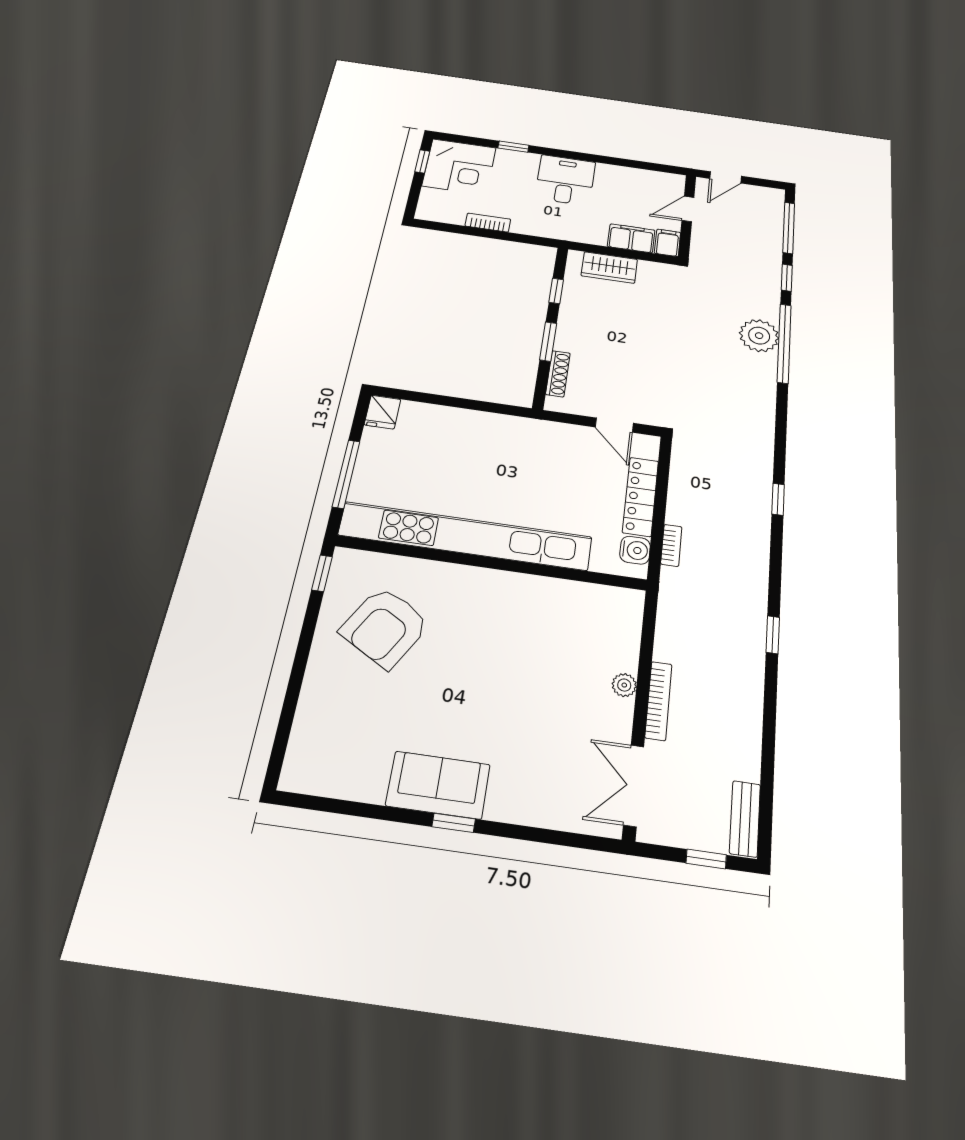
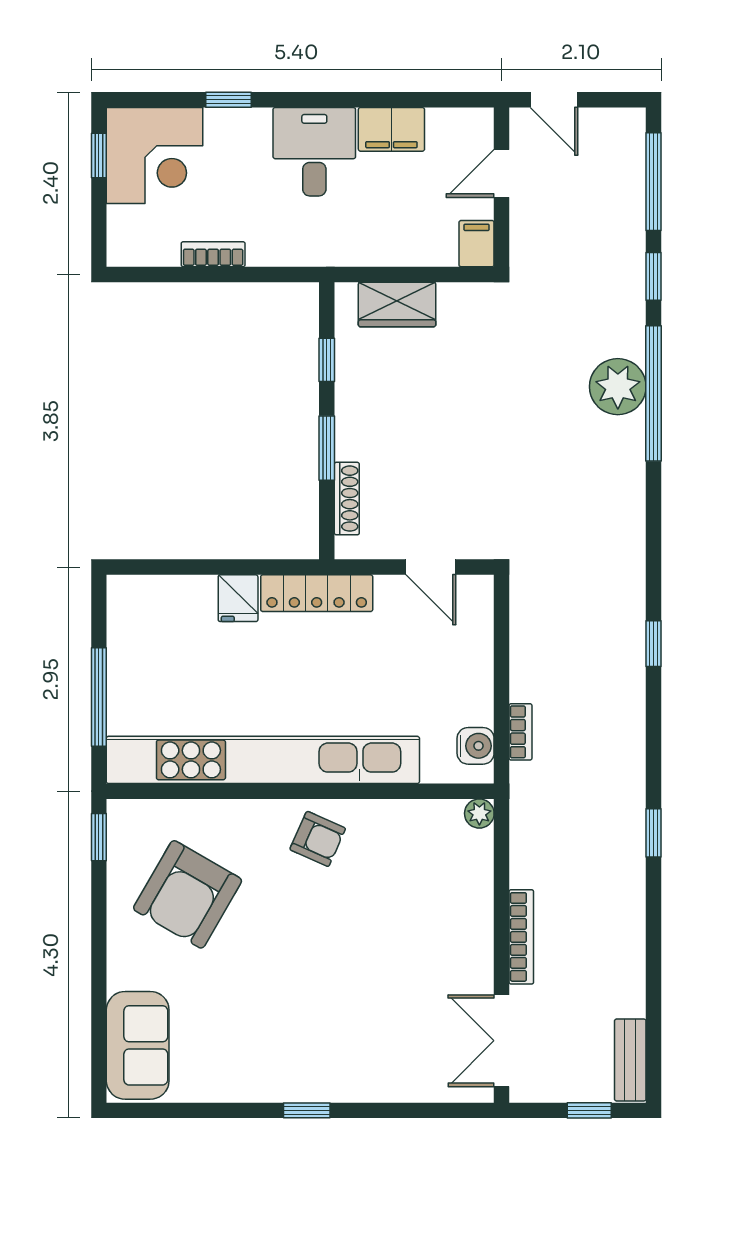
door: (726, 177) -> (554, 100), hinge flipped
filing cabinet: (631, 238) -> (391, 129), moved, turned 180
fridge: (383, 412) -> (238, 598), moved
locker: (641, 496) -> (317, 593), moved, turned -90
armchair: (500, 600) -> (318, 839), added
plant: (624, 685) -> (479, 813), moved
sofa: (438, 785) -> (138, 1045), moved, turned 90

